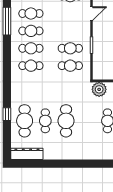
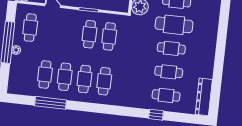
cafe table: (25, 121) -> (166, 95), width x0.73, depth x0.74
cafe table: (66, 121) -> (171, 48), width x0.73, depth x0.74
cafe table: (87, 121) -> (174, 25), added

